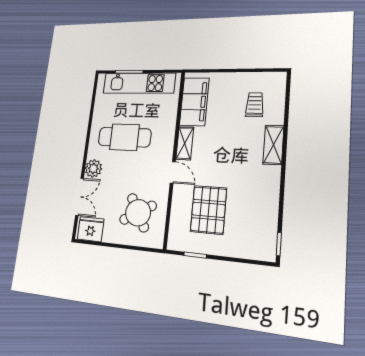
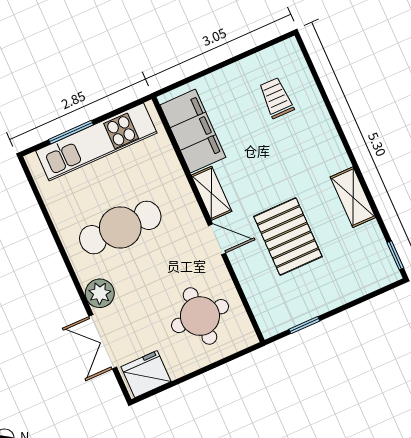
shelving: (273, 145) -> (353, 197), moved
double door: (79, 197) -> (103, 342), swing flipped
pallet: (208, 210) -> (288, 237), moved
round table: (138, 213) -> (200, 316), turned 30

